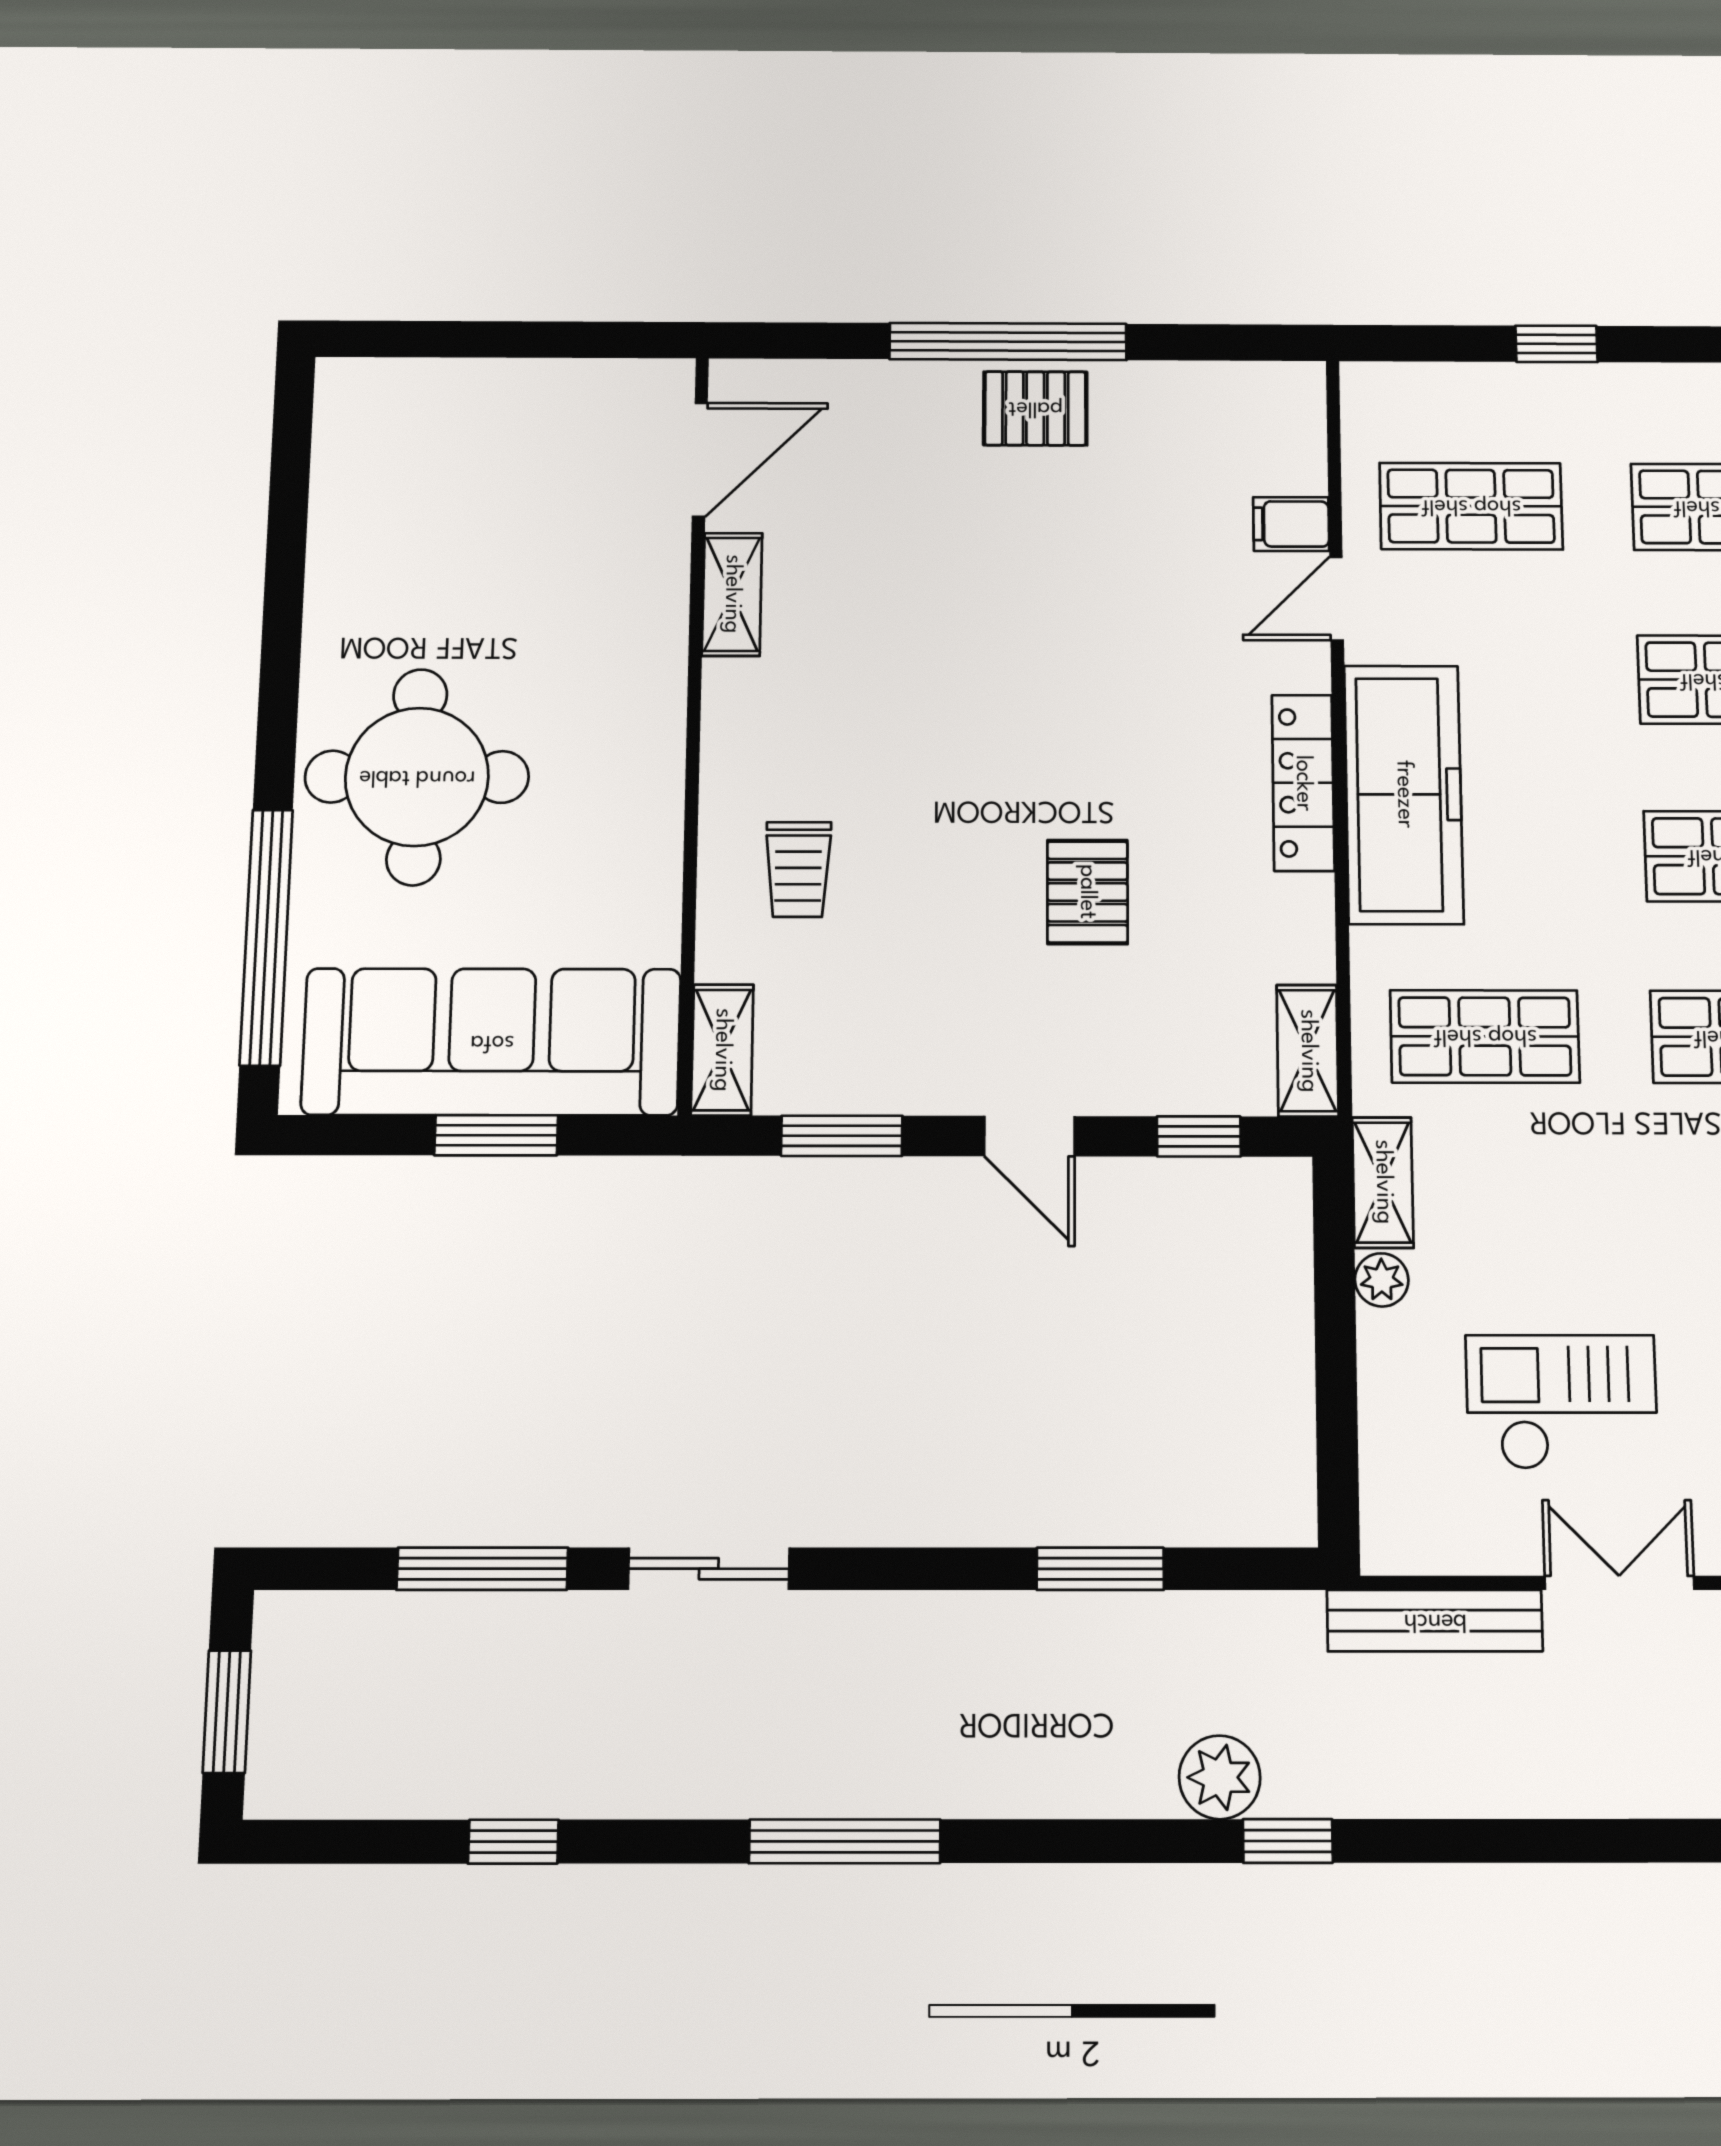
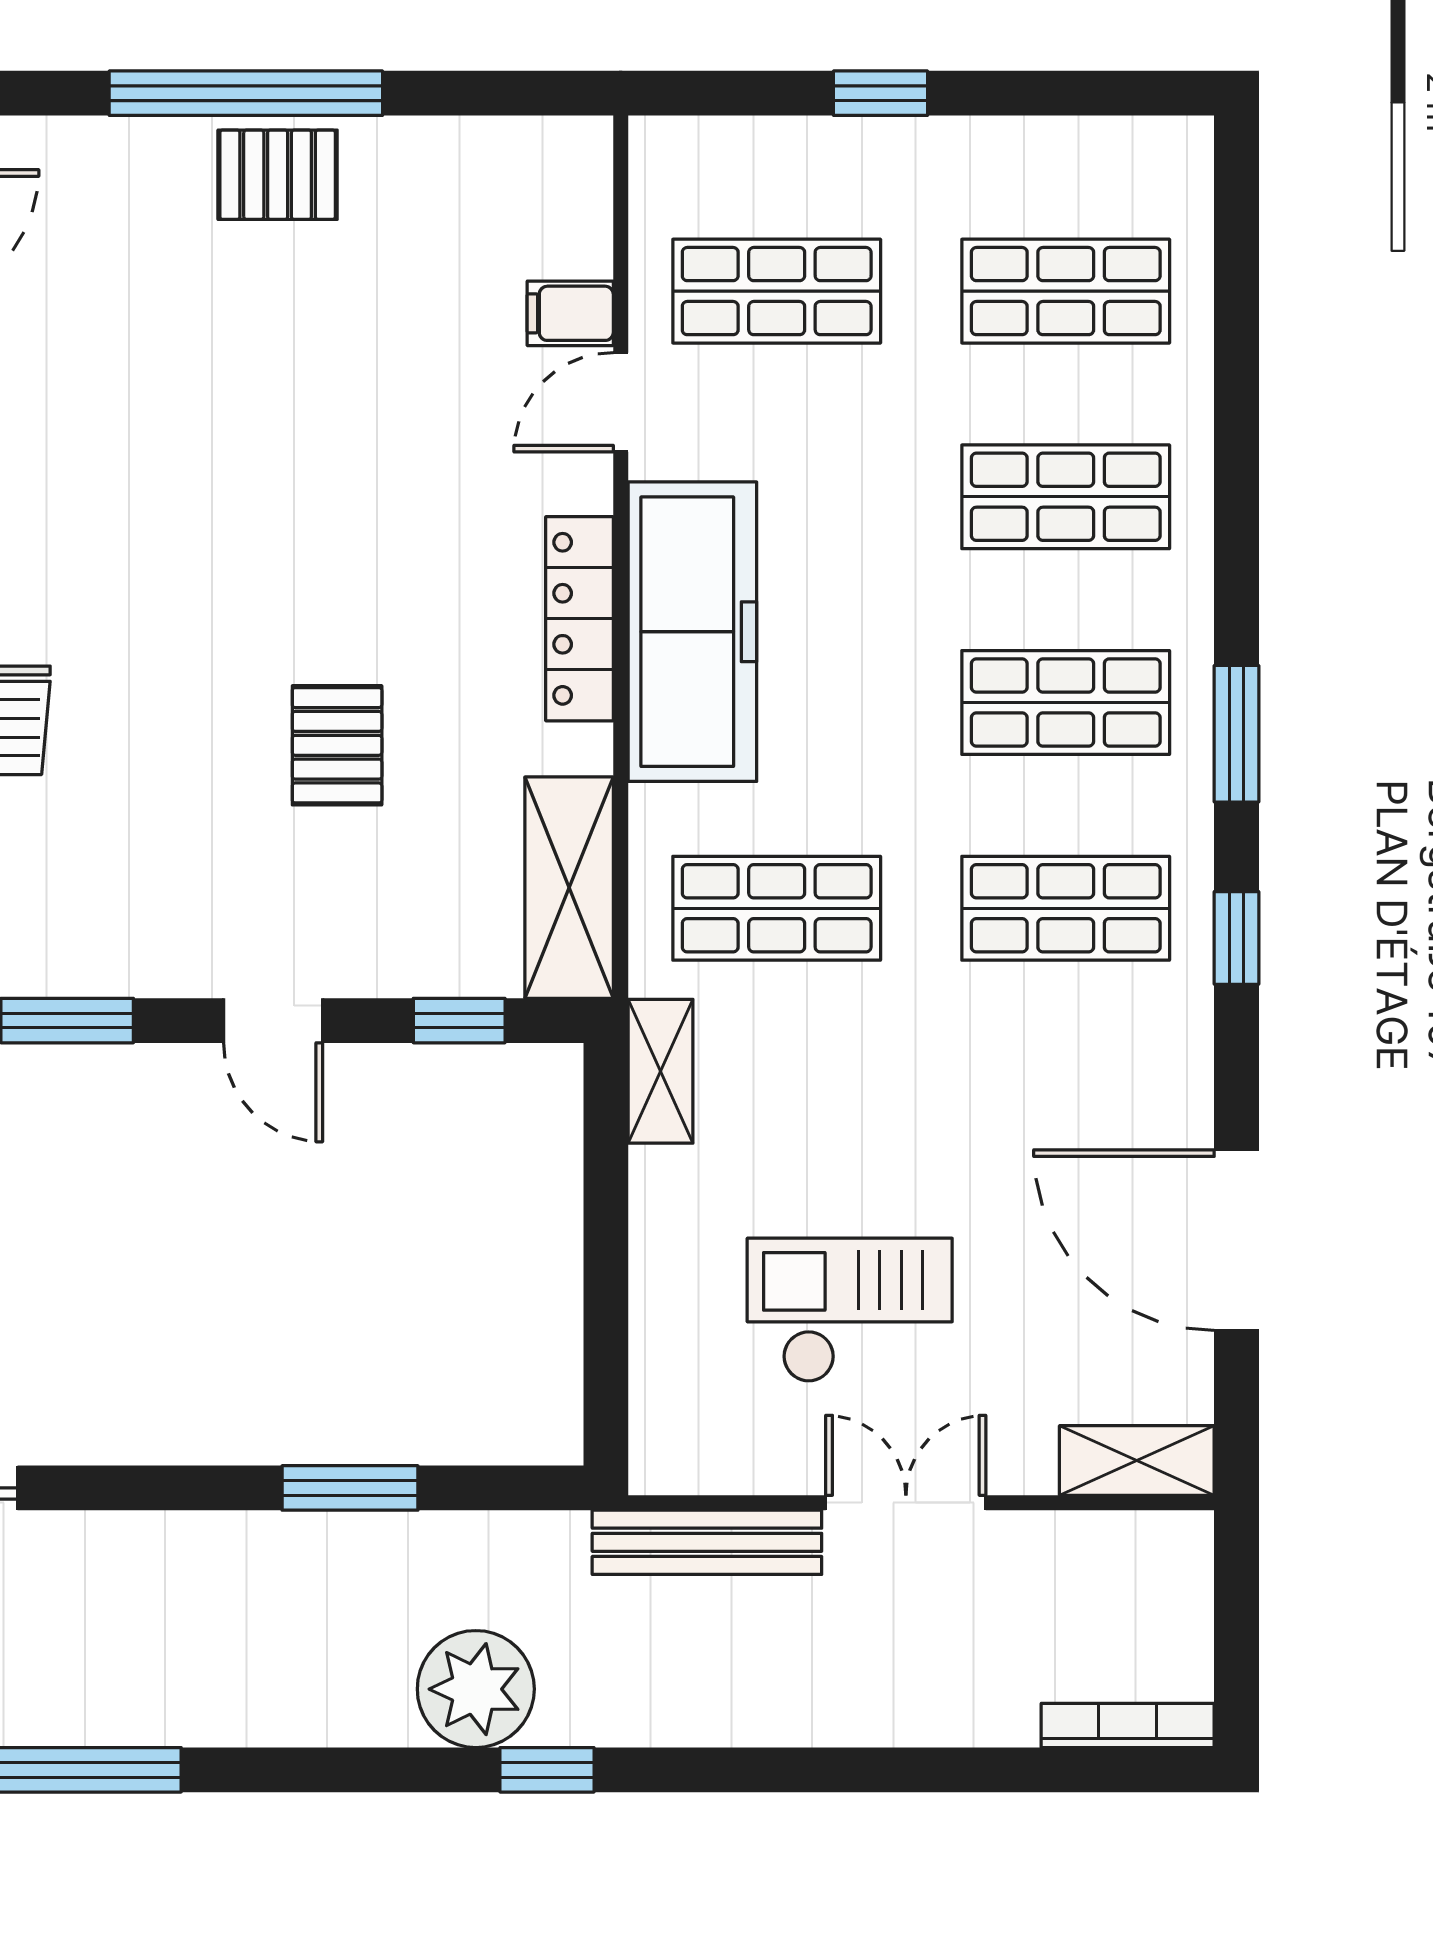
shelving: (1308, 1051) -> (569, 888), width x1.50, depth x1.33
plant: (1382, 1280) -> (657, 1178), removed
plant: (1220, 1777) -> (476, 1689), width x1.36, depth x1.36

